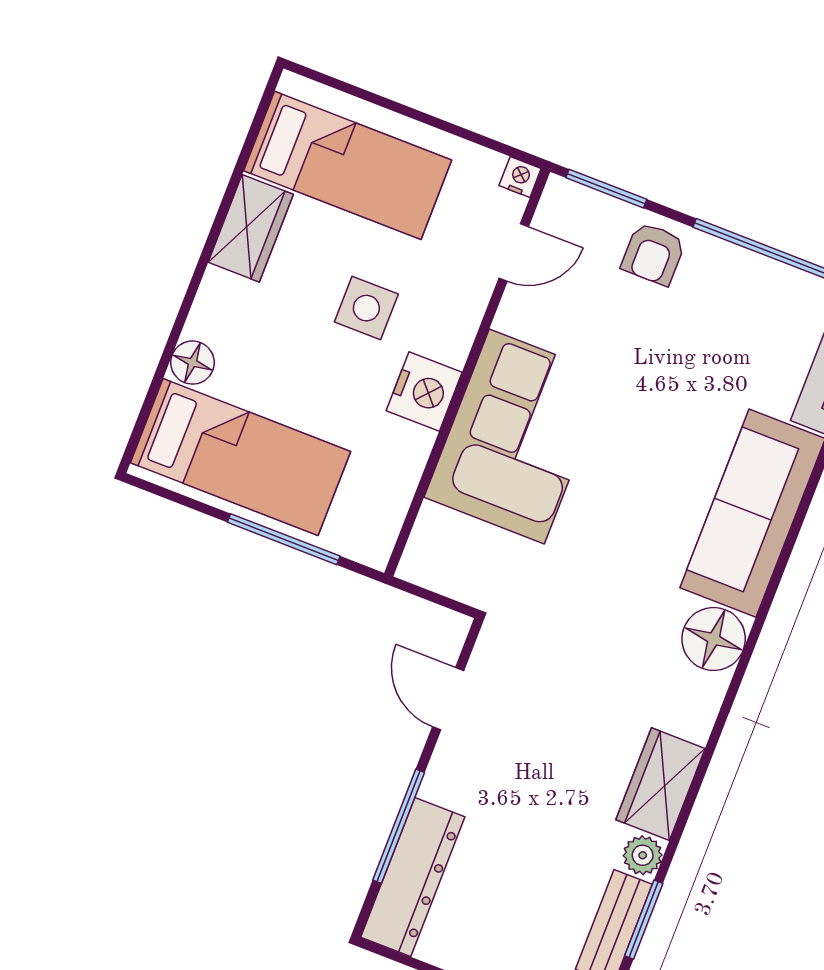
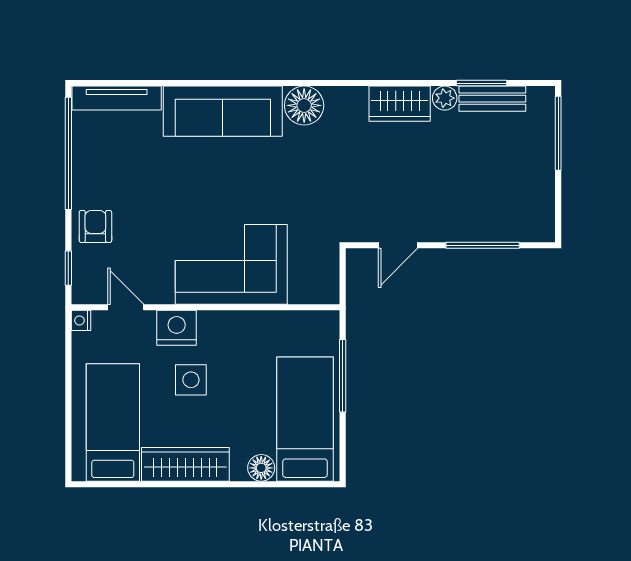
window: (606, 189) -> (68, 268), width x0.67
wardrobe: (251, 228) -> (185, 464), width x1.50
armchair: (653, 254) -> (95, 226), turned -90
nightstand: (424, 391) -> (177, 328), moved
dresser: (413, 877) -> (509, 226), removed

